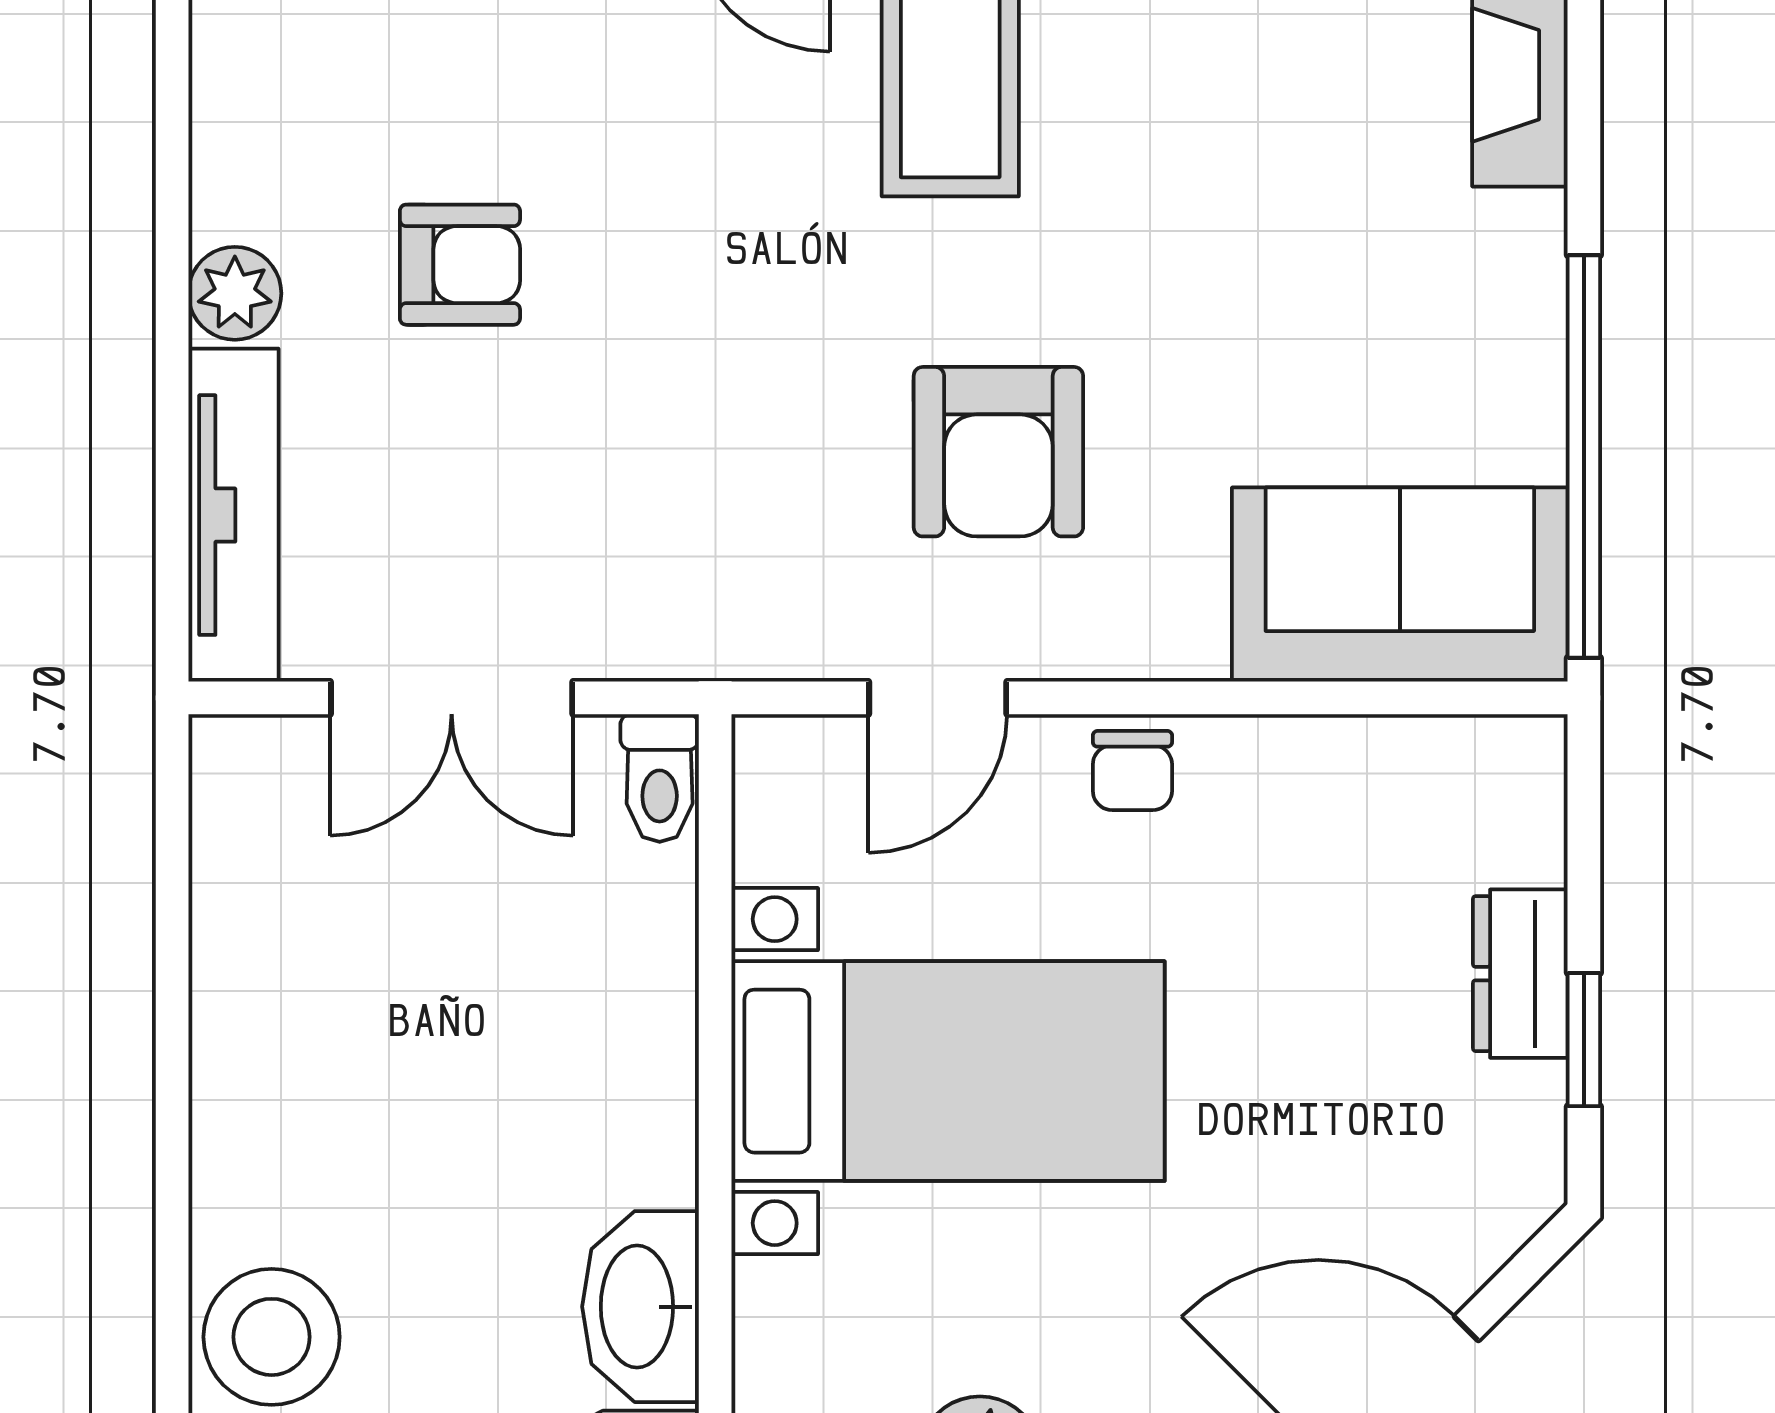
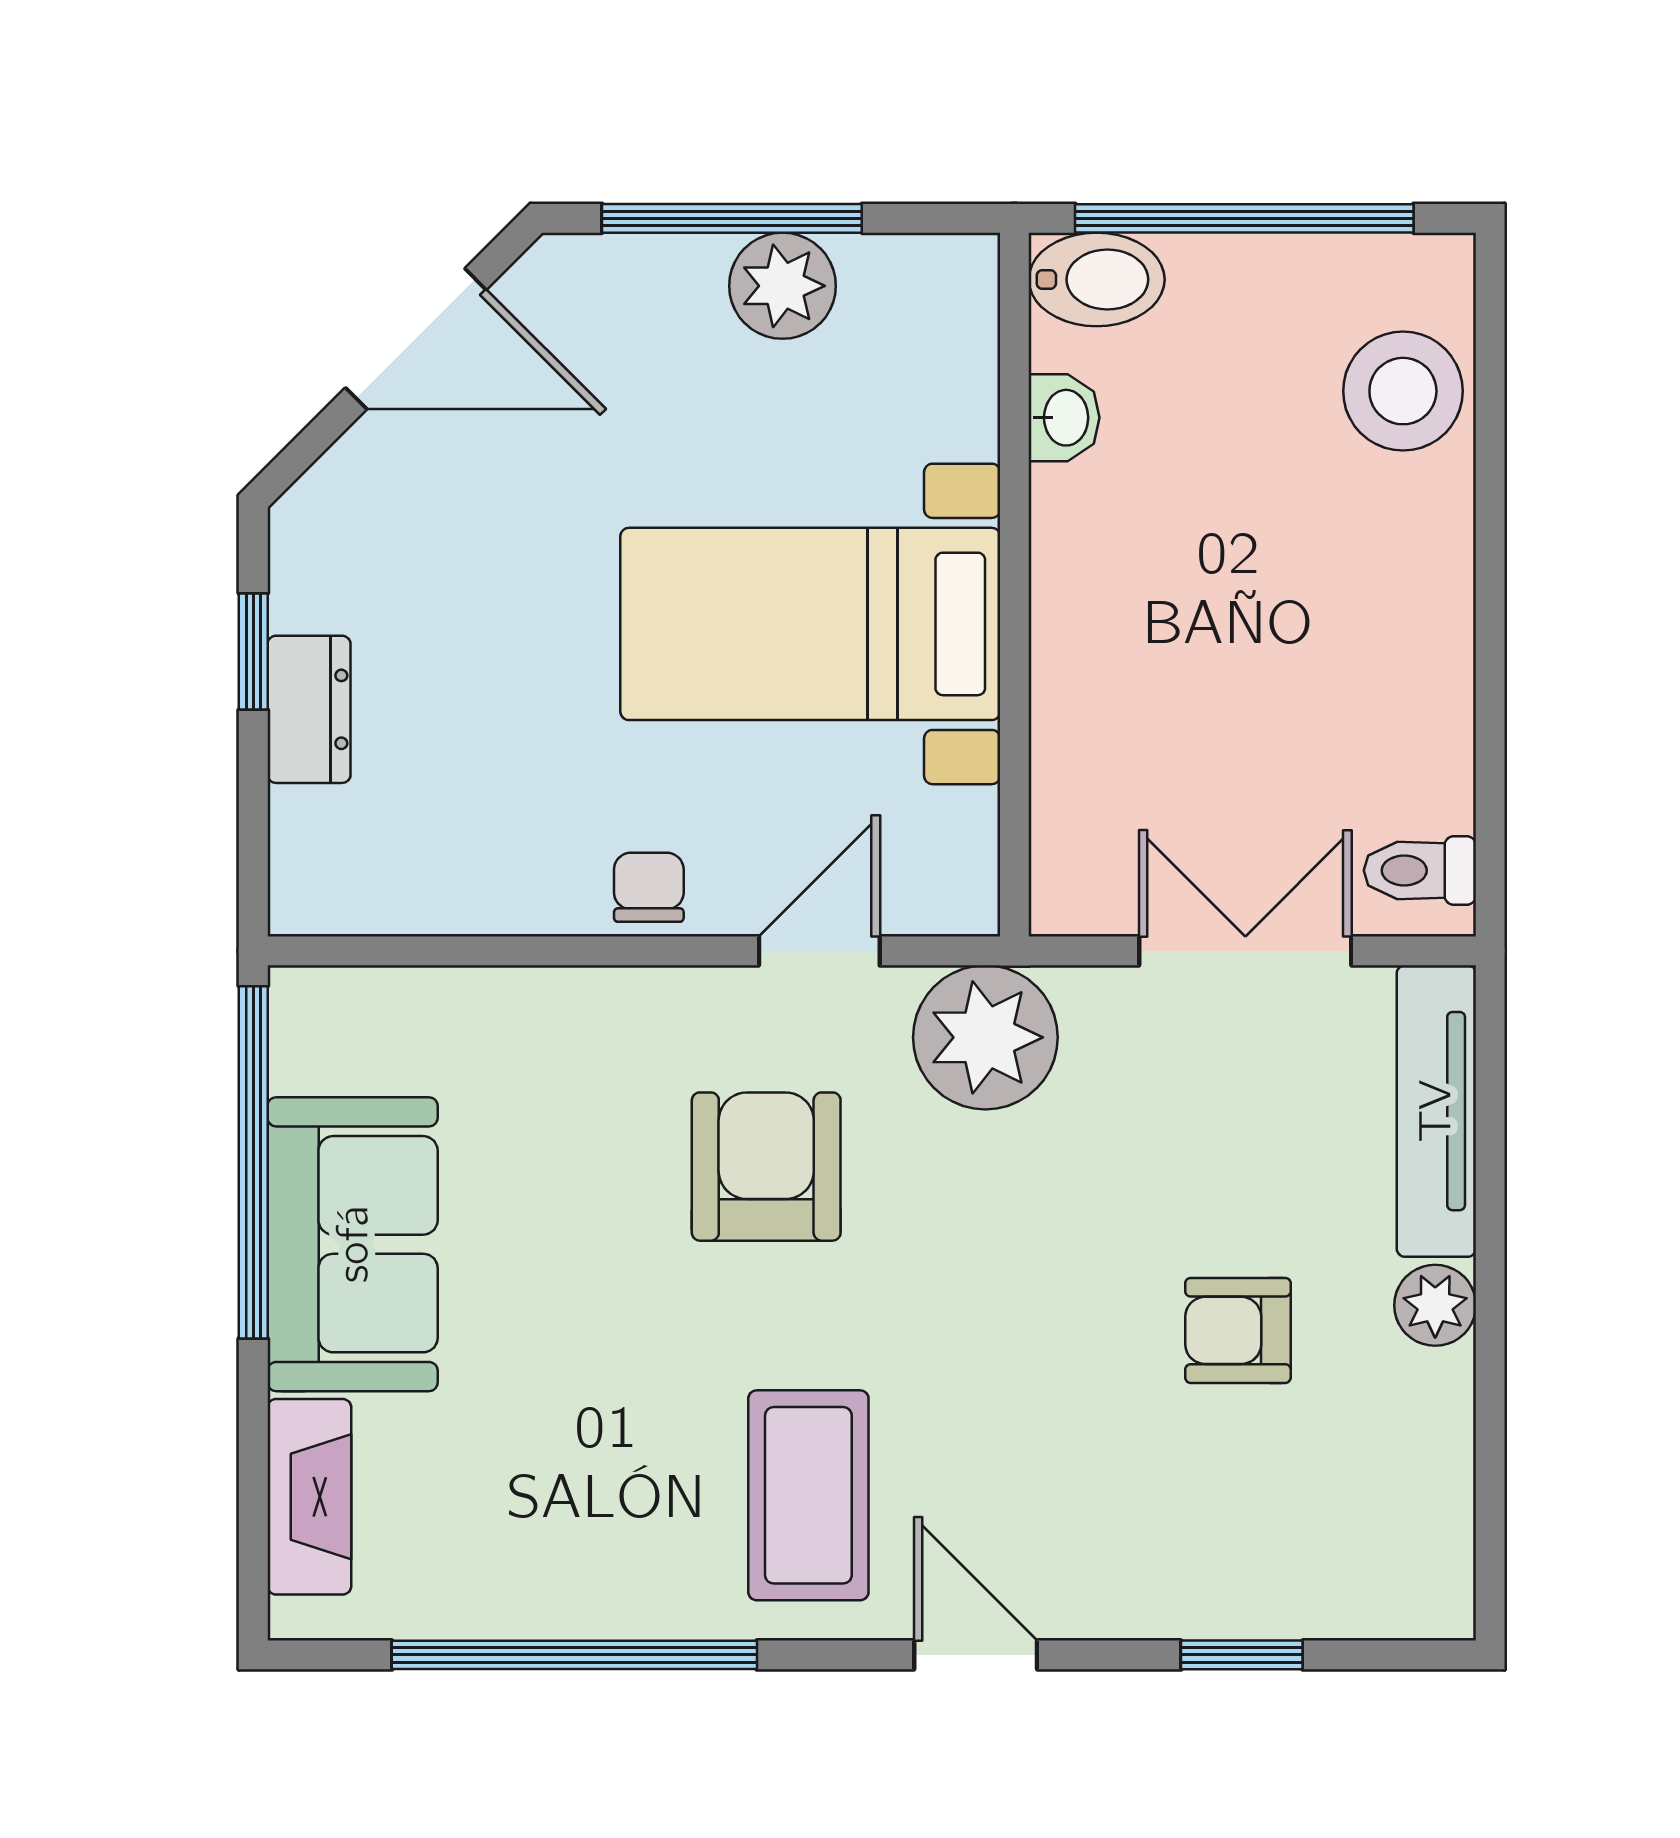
sofa: (1400, 585) -> (353, 1244), moved, turned -90
plant: (748, 599) -> (985, 1037), added
toilet: (660, 778) -> (1420, 870), moved, turned -90
washbasin: (640, 1307) -> (1064, 418), width x0.52, depth x0.69

